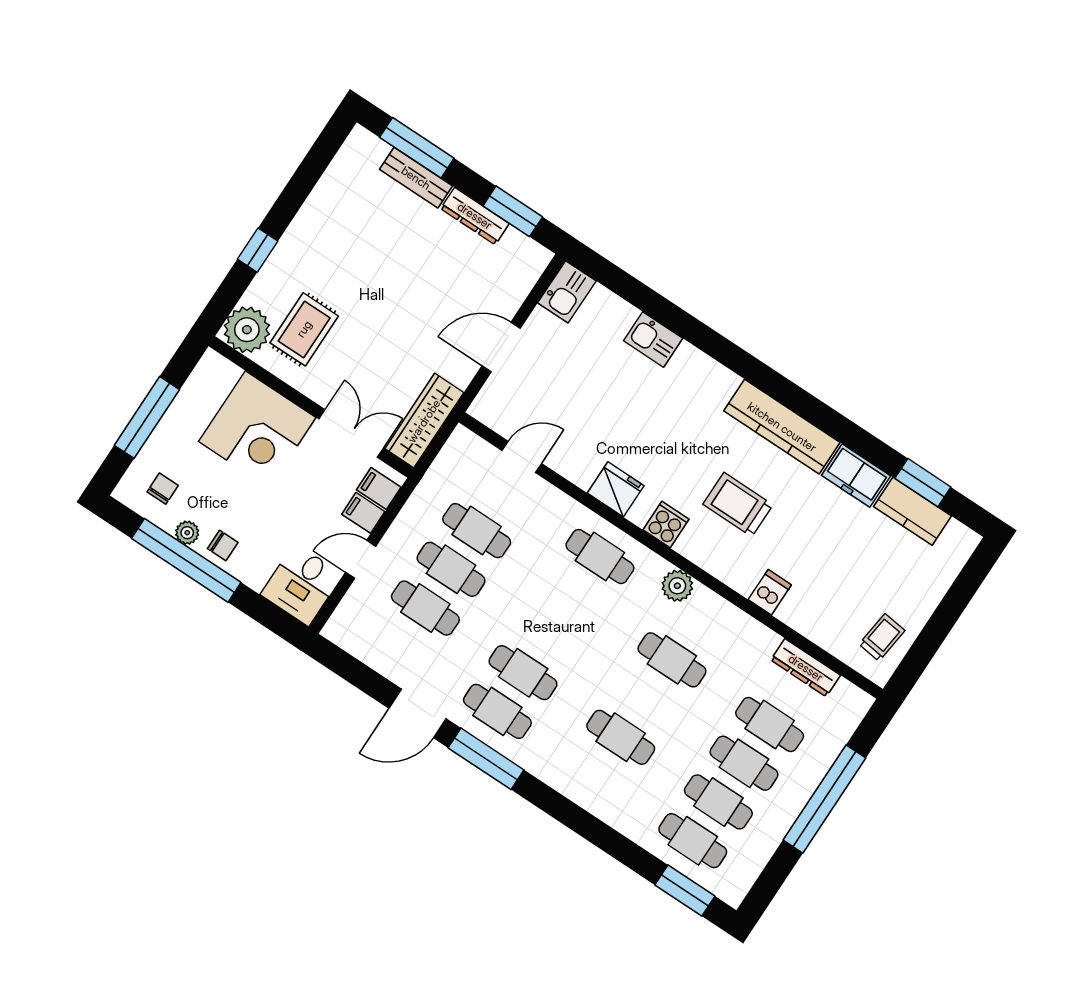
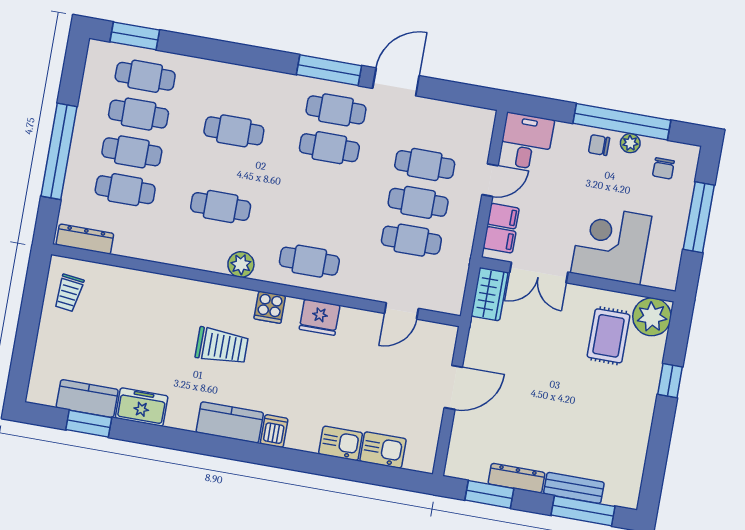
kitchen sink: (567, 292) -> (383, 450), moved, turned 90
wardrobe: (424, 421) -> (489, 294), width x0.67
kitchen counter: (782, 427) -> (230, 422), width x0.67
dishwasher: (770, 592) -> (274, 431), moved, turned 180
dresser: (806, 668) -> (85, 239), moved

